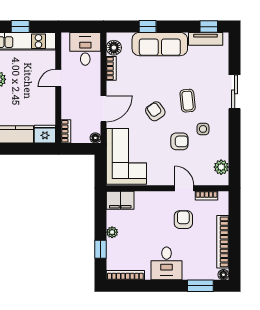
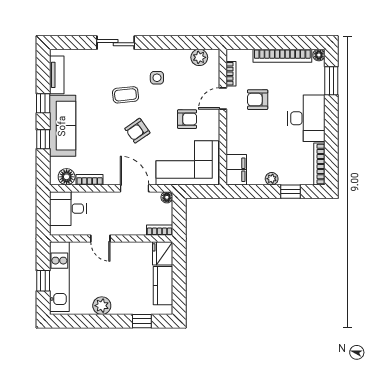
window: (209, 27) -> (43, 103), moved
armchair: (179, 141) -> (187, 119), moved, turned 90
desk: (167, 263) -> (306, 118), width x1.37

